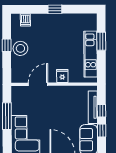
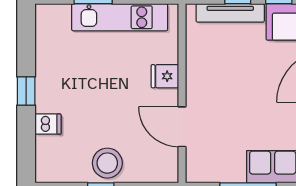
dishwasher: (25, 20) -> (48, 124), moved

